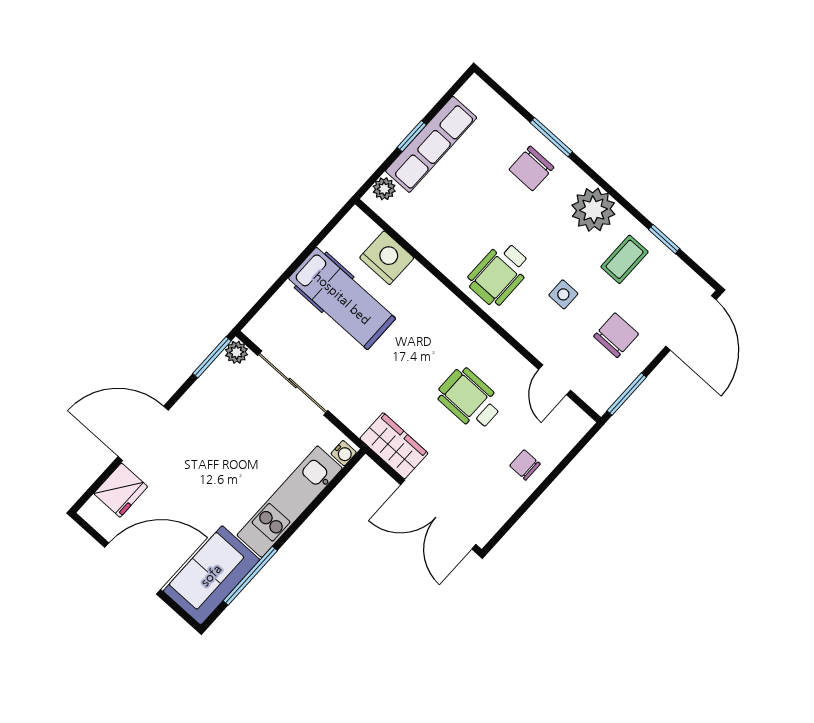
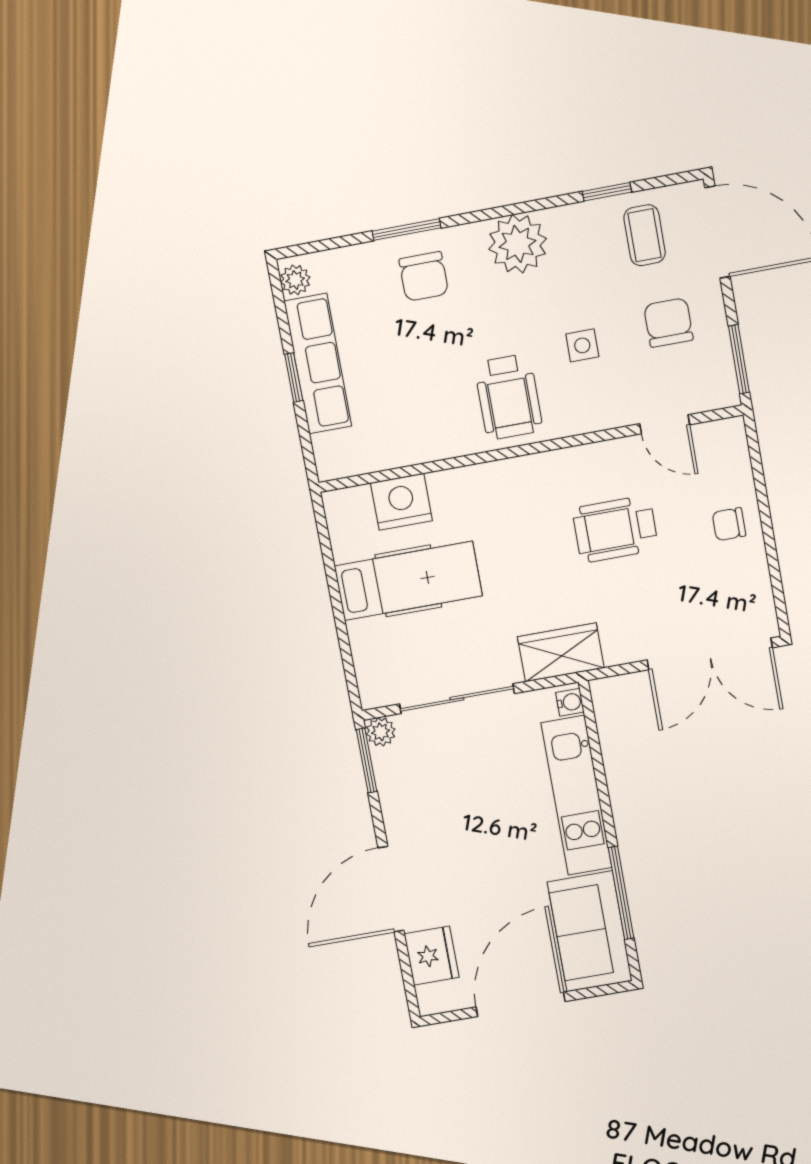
plant: (384, 189) -> (295, 280), moved
coffee table: (625, 259) -> (645, 235), moved
wardrobe: (394, 446) -> (561, 652), moved

